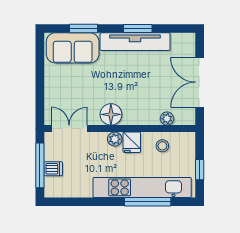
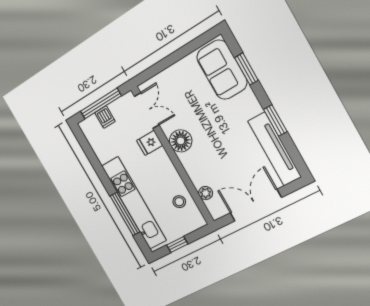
tv unit: (135, 42) -> (275, 149), moved
plant: (115, 139) -> (161, 157), removed
fridge: (132, 142) -> (150, 143), moved

